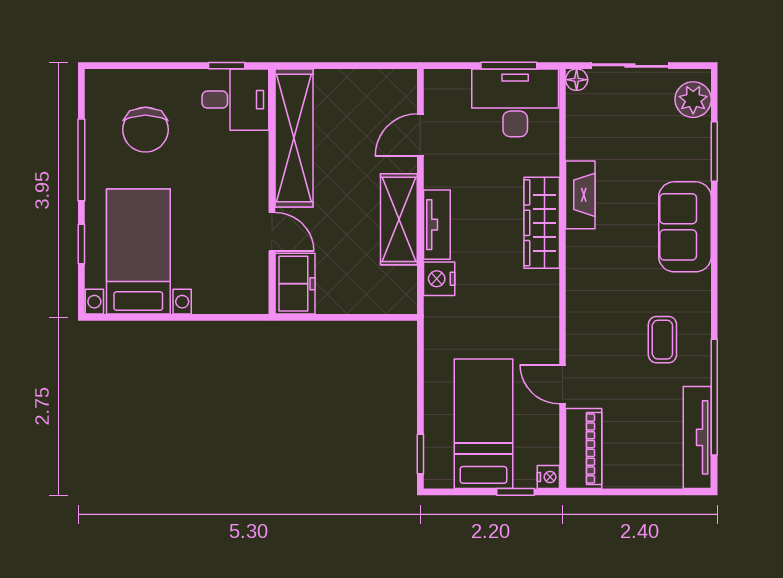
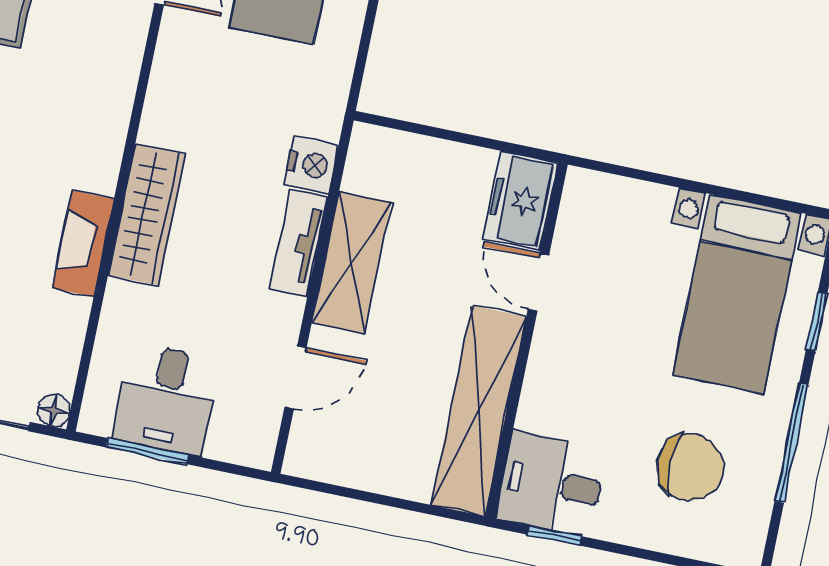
desk: (515, 103) -> (166, 399), width x0.73
chair: (145, 130) -> (690, 467), turned 90

